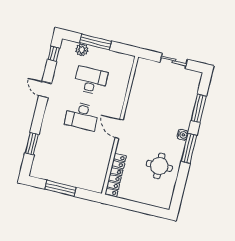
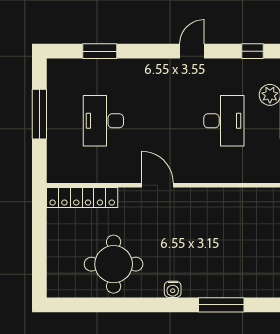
desk: (82, 116) -> (103, 121), moved
door: (119, 129) -> (157, 185), hinge flipped
window: (189, 148) -> (153, 305), removed
round table: (159, 166) -> (114, 264), width x1.36, depth x1.36

